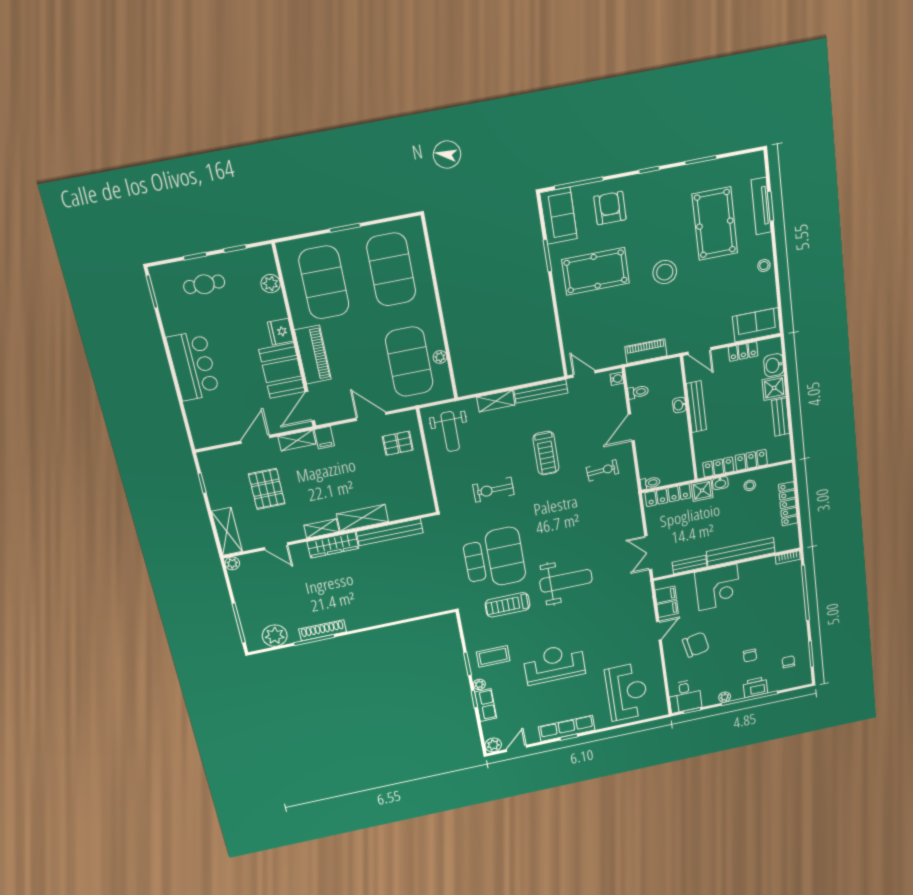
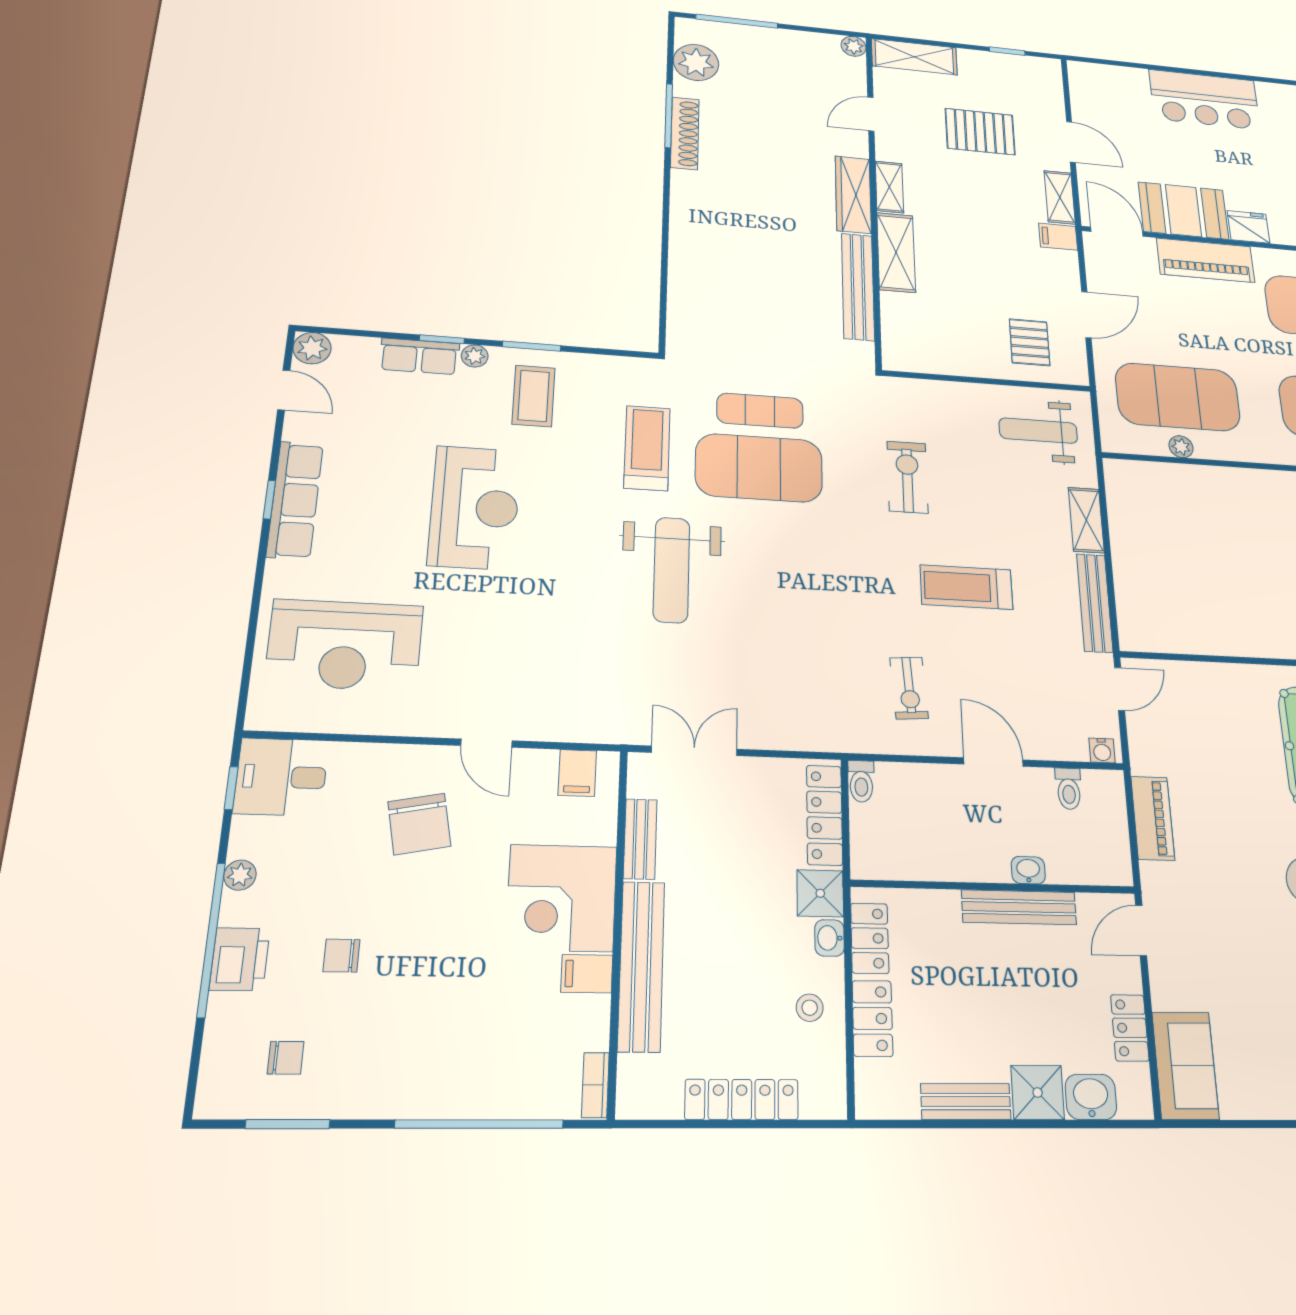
filing cabinet: (668, 609) -> (587, 974), moved, turned 90

